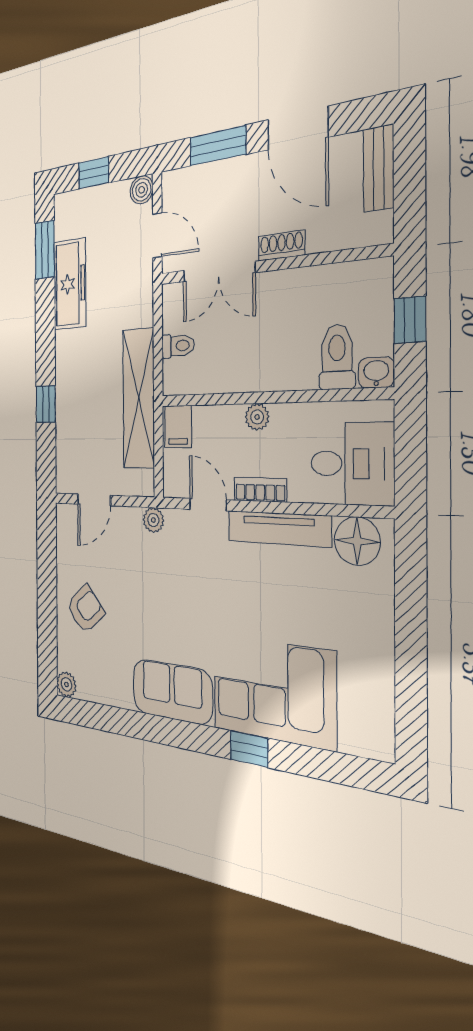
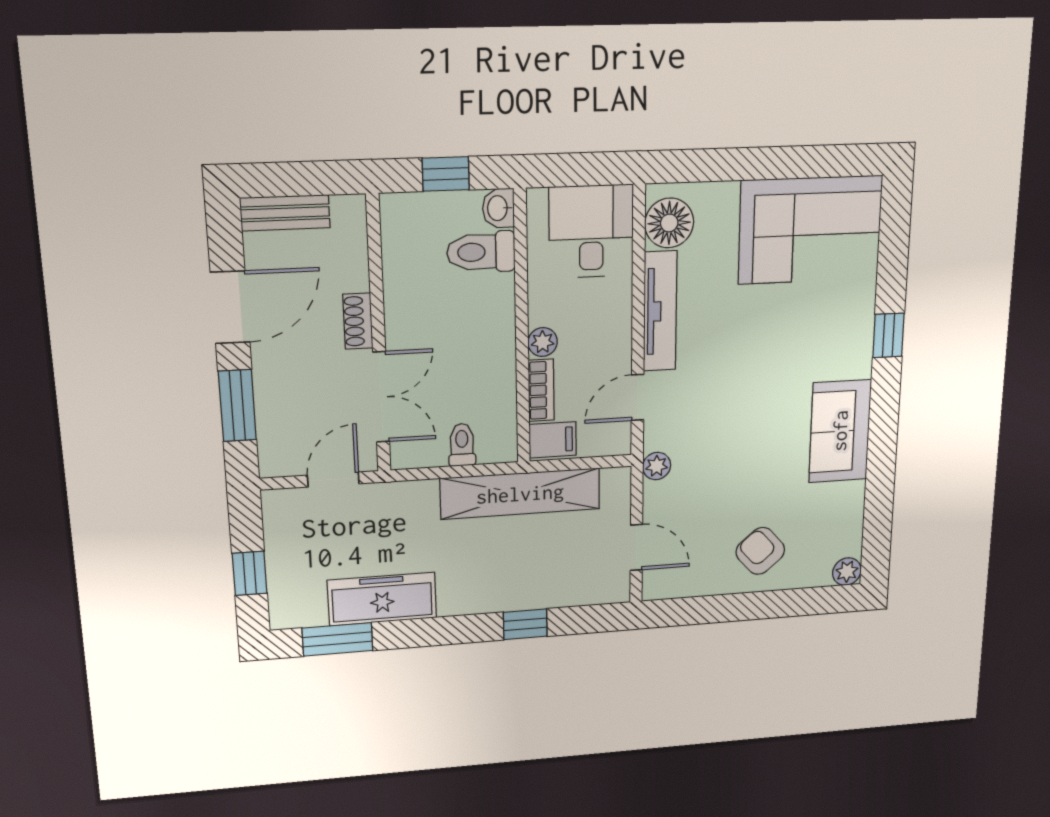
boiler: (142, 190) -> (277, 504), removed
bookcase: (260, 490) -> (541, 390), moved, turned 180
corner sofa: (273, 691) -> (810, 230), moved, turned -90

